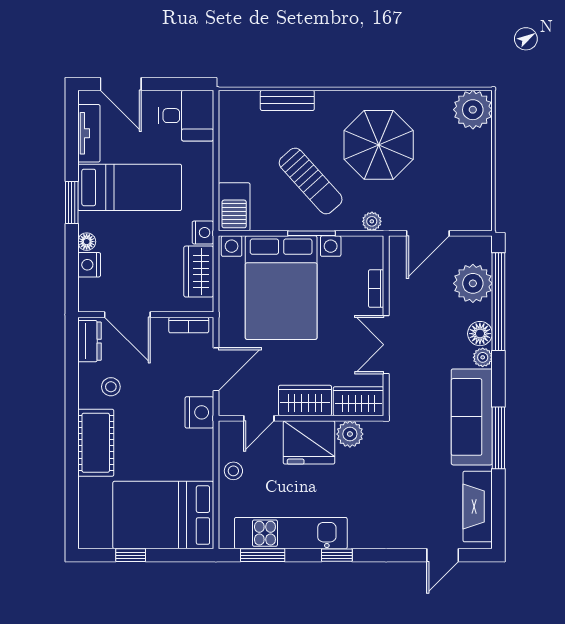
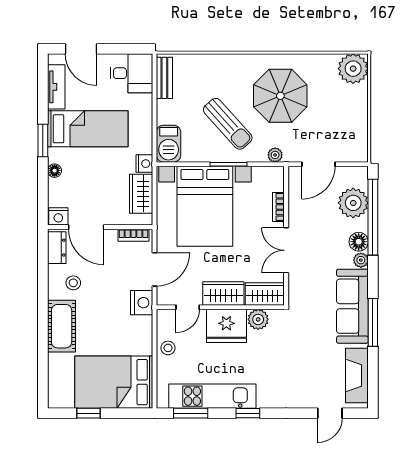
bench: (287, 100) -> (164, 78), moved, turned 90
nightstand: (89, 265) -> (58, 216), moved, turned -90

